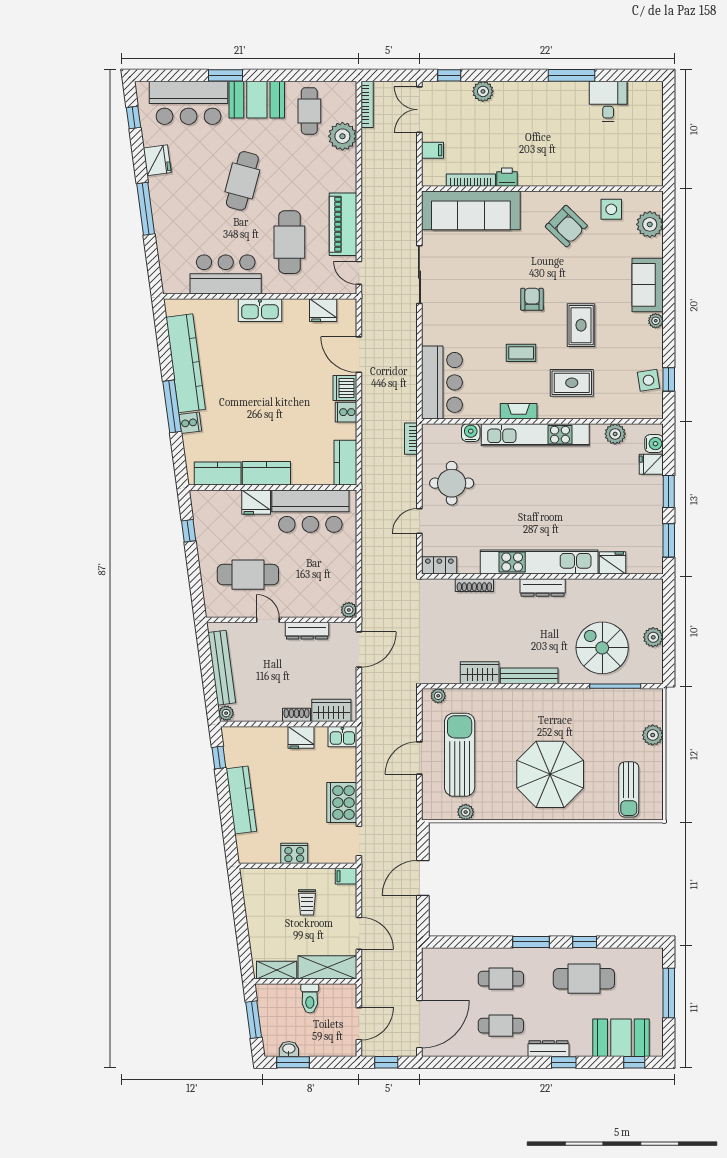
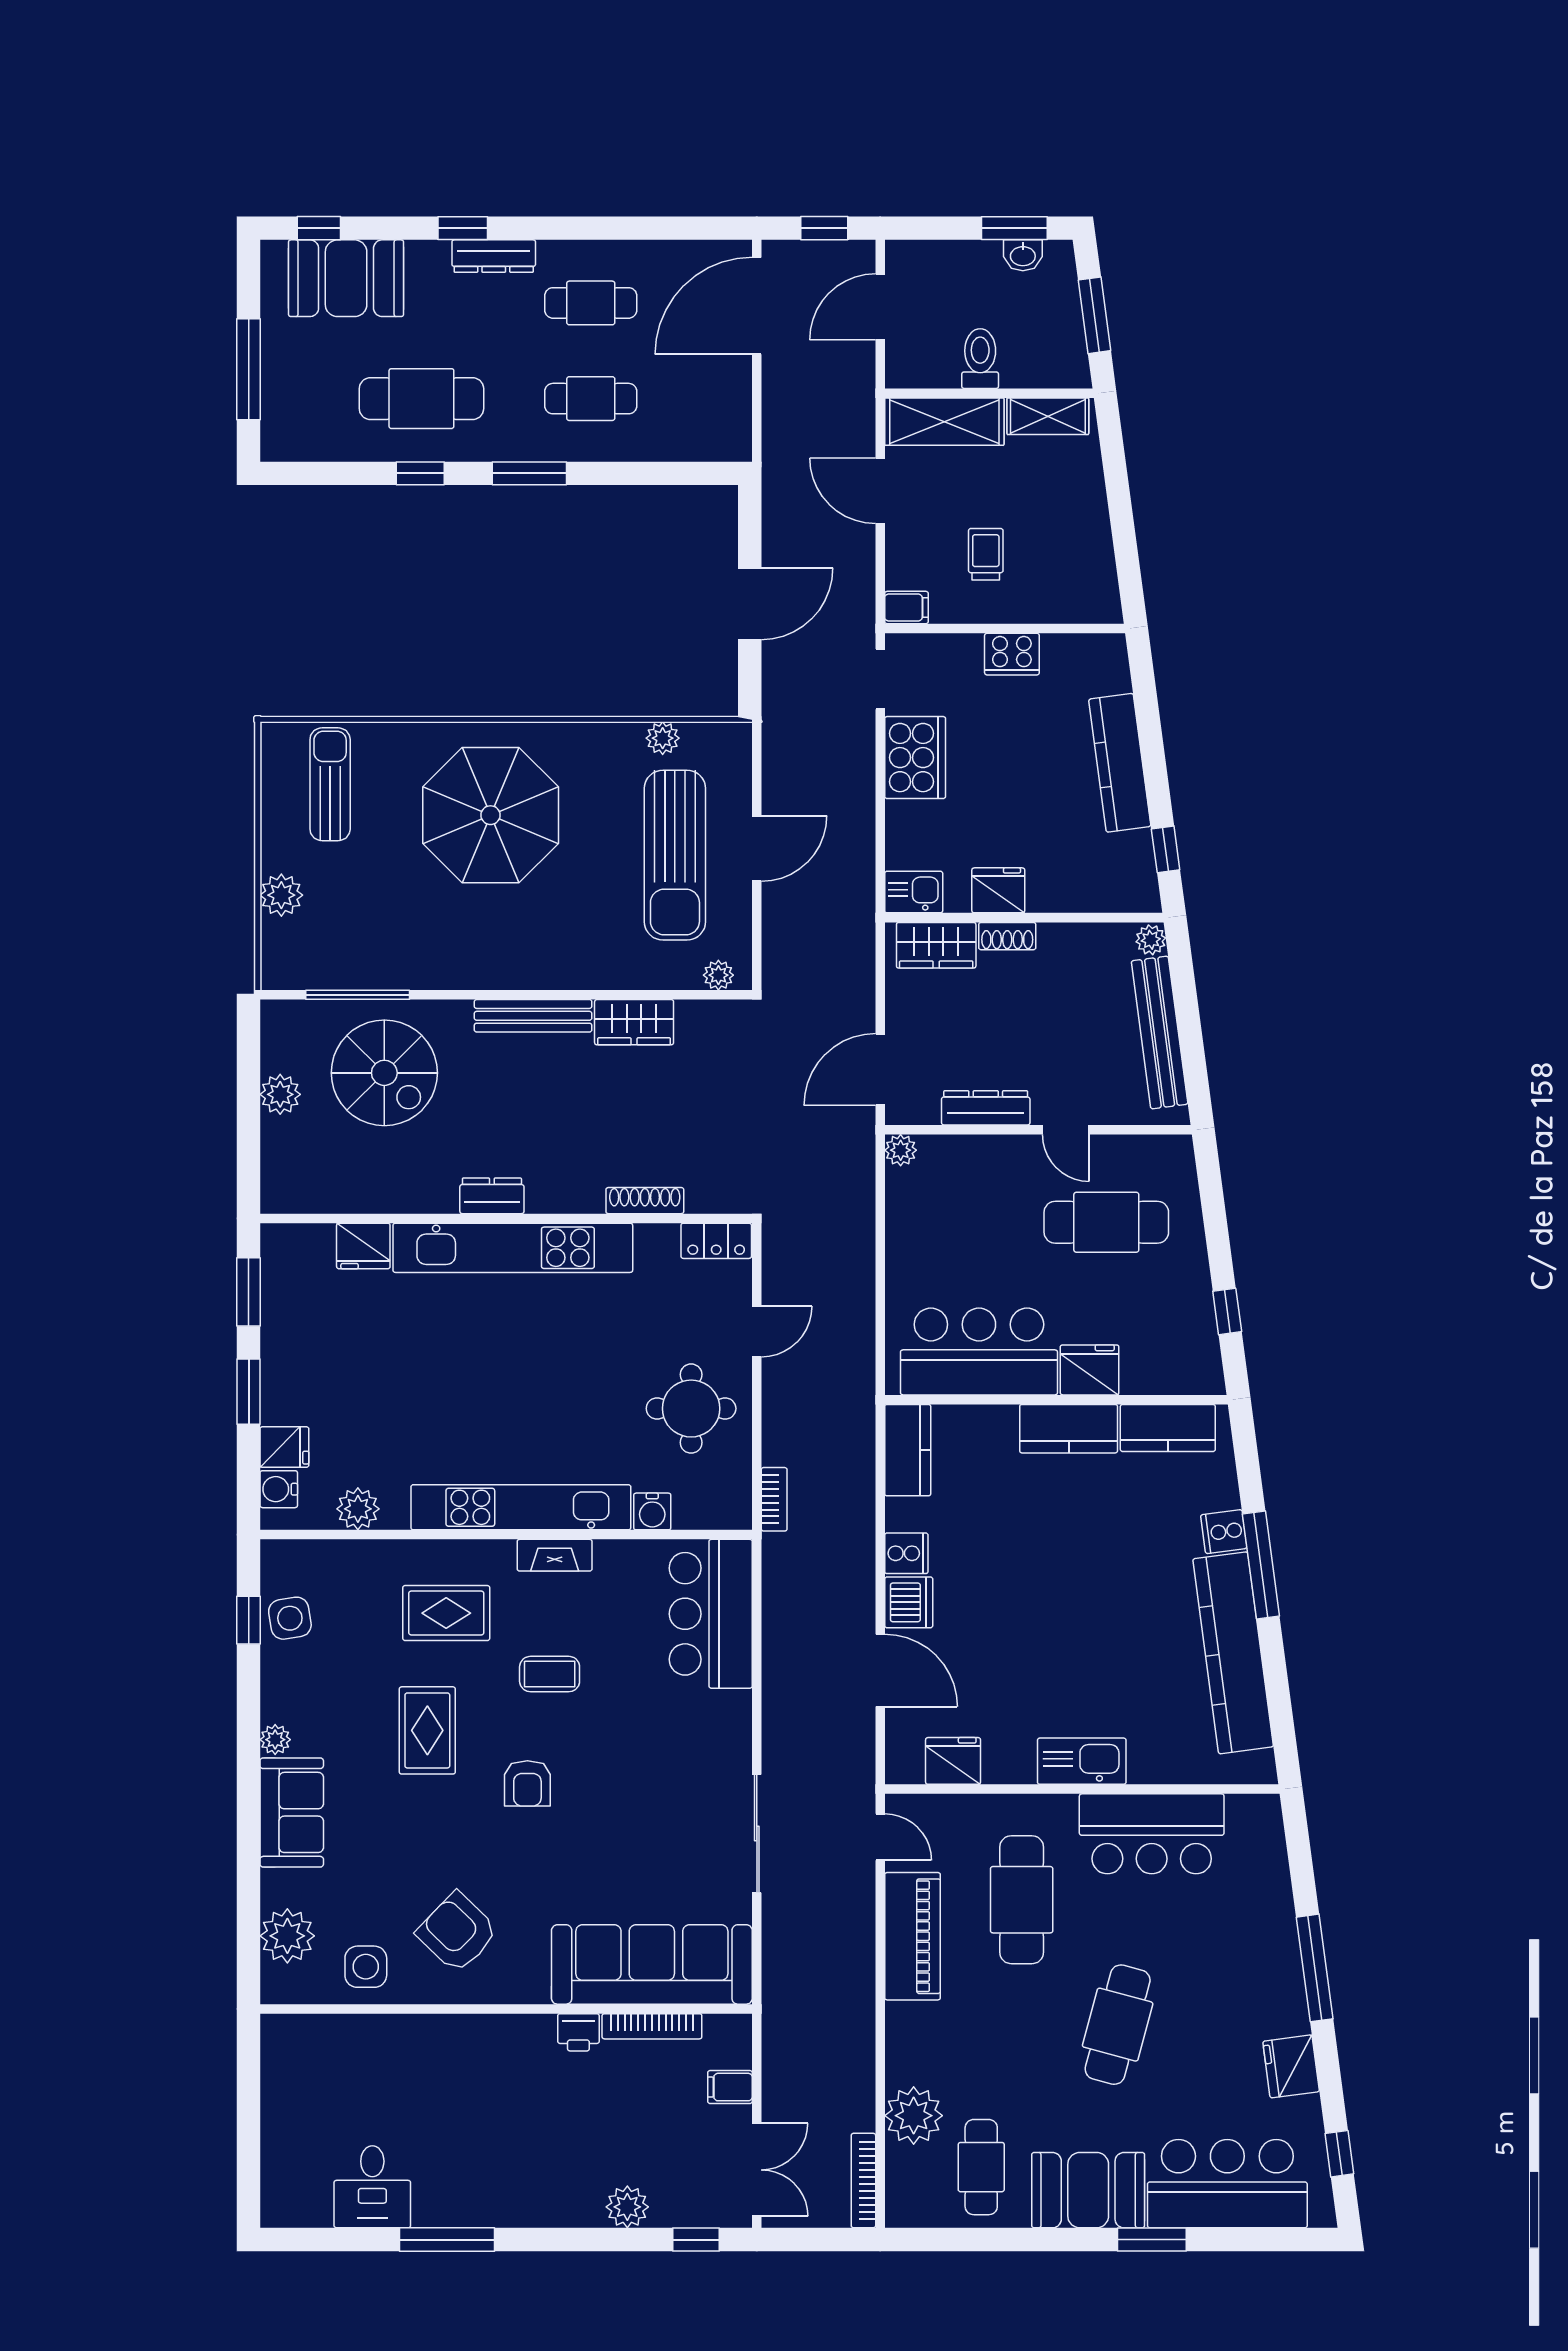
dresser: (543, 588) -> (492, 1196), width x0.70

